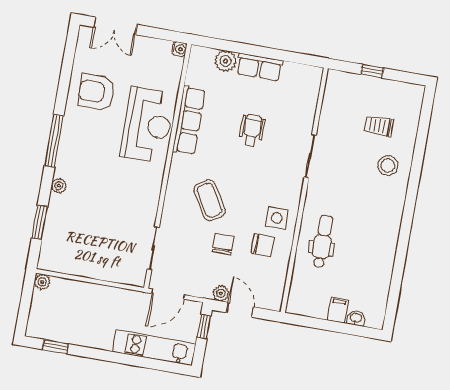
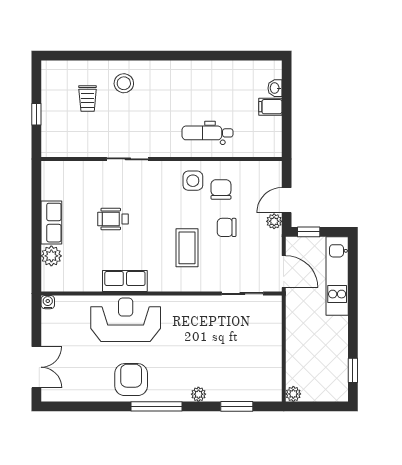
armchair: (96, 92) -> (131, 380), moved, turned 180
row of seats: (189, 120) -> (125, 281), width x0.68
coffee table: (209, 200) -> (187, 248), turned -59

